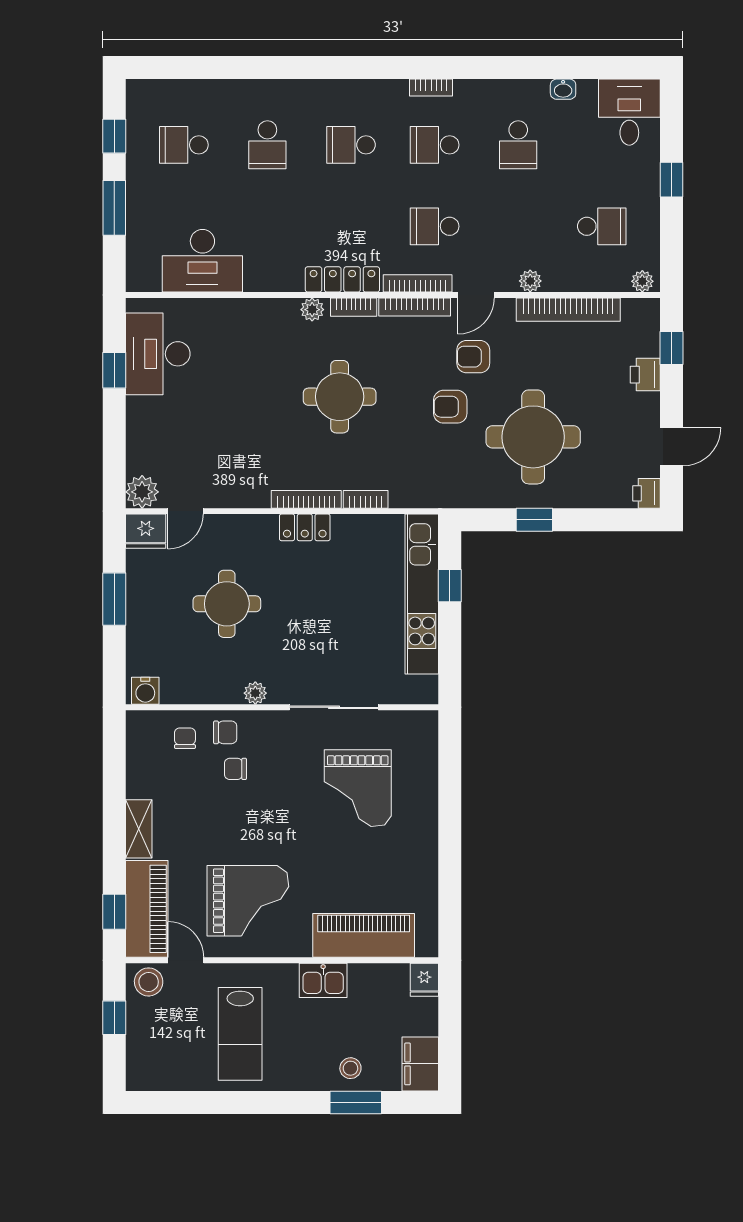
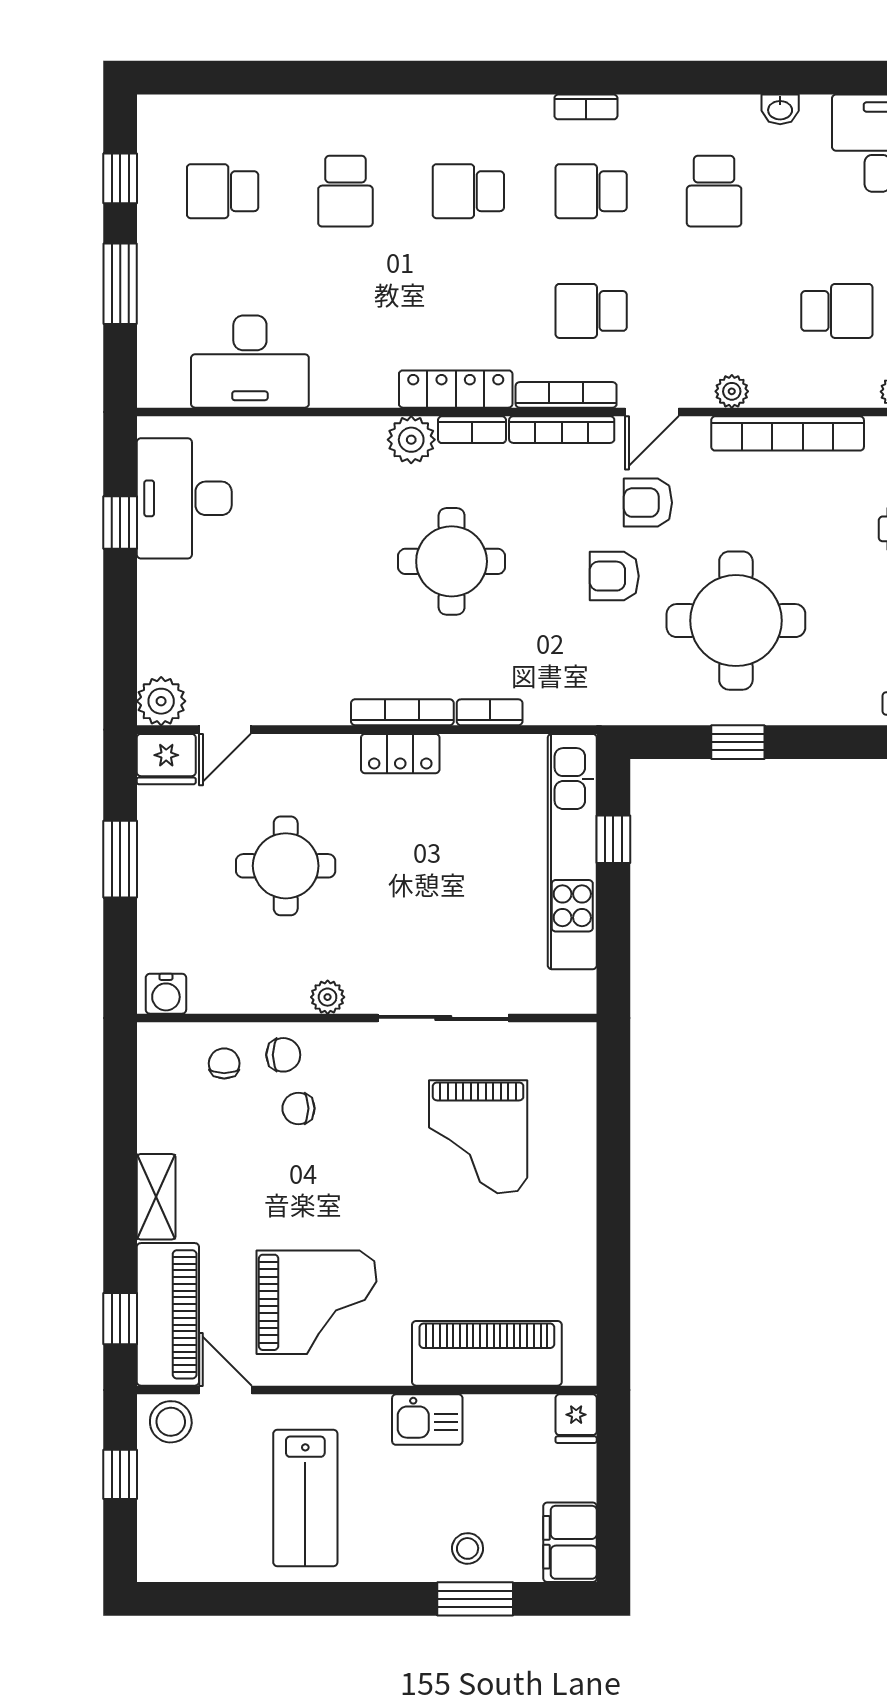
plant: (312, 310) -> (411, 440), width x1.38, depth x1.38

